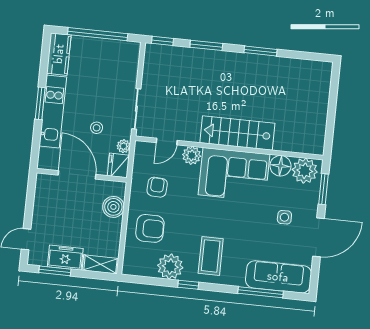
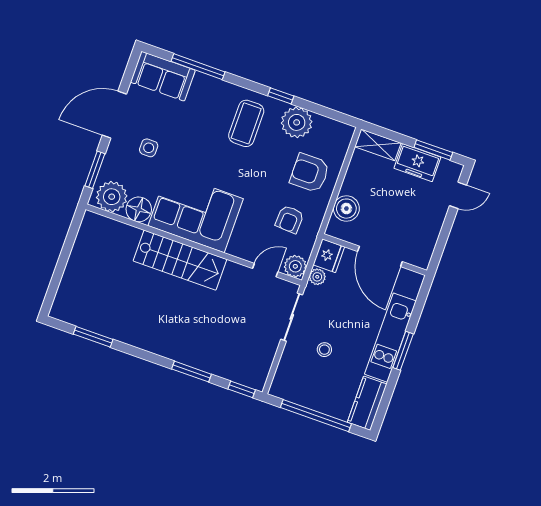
window: (261, 51) -> (93, 337), moved
stool: (97, 128) -> (324, 350), moved
plant: (192, 155) -> (295, 266), moved
sofa: (278, 277) -> (163, 76), width x0.73

